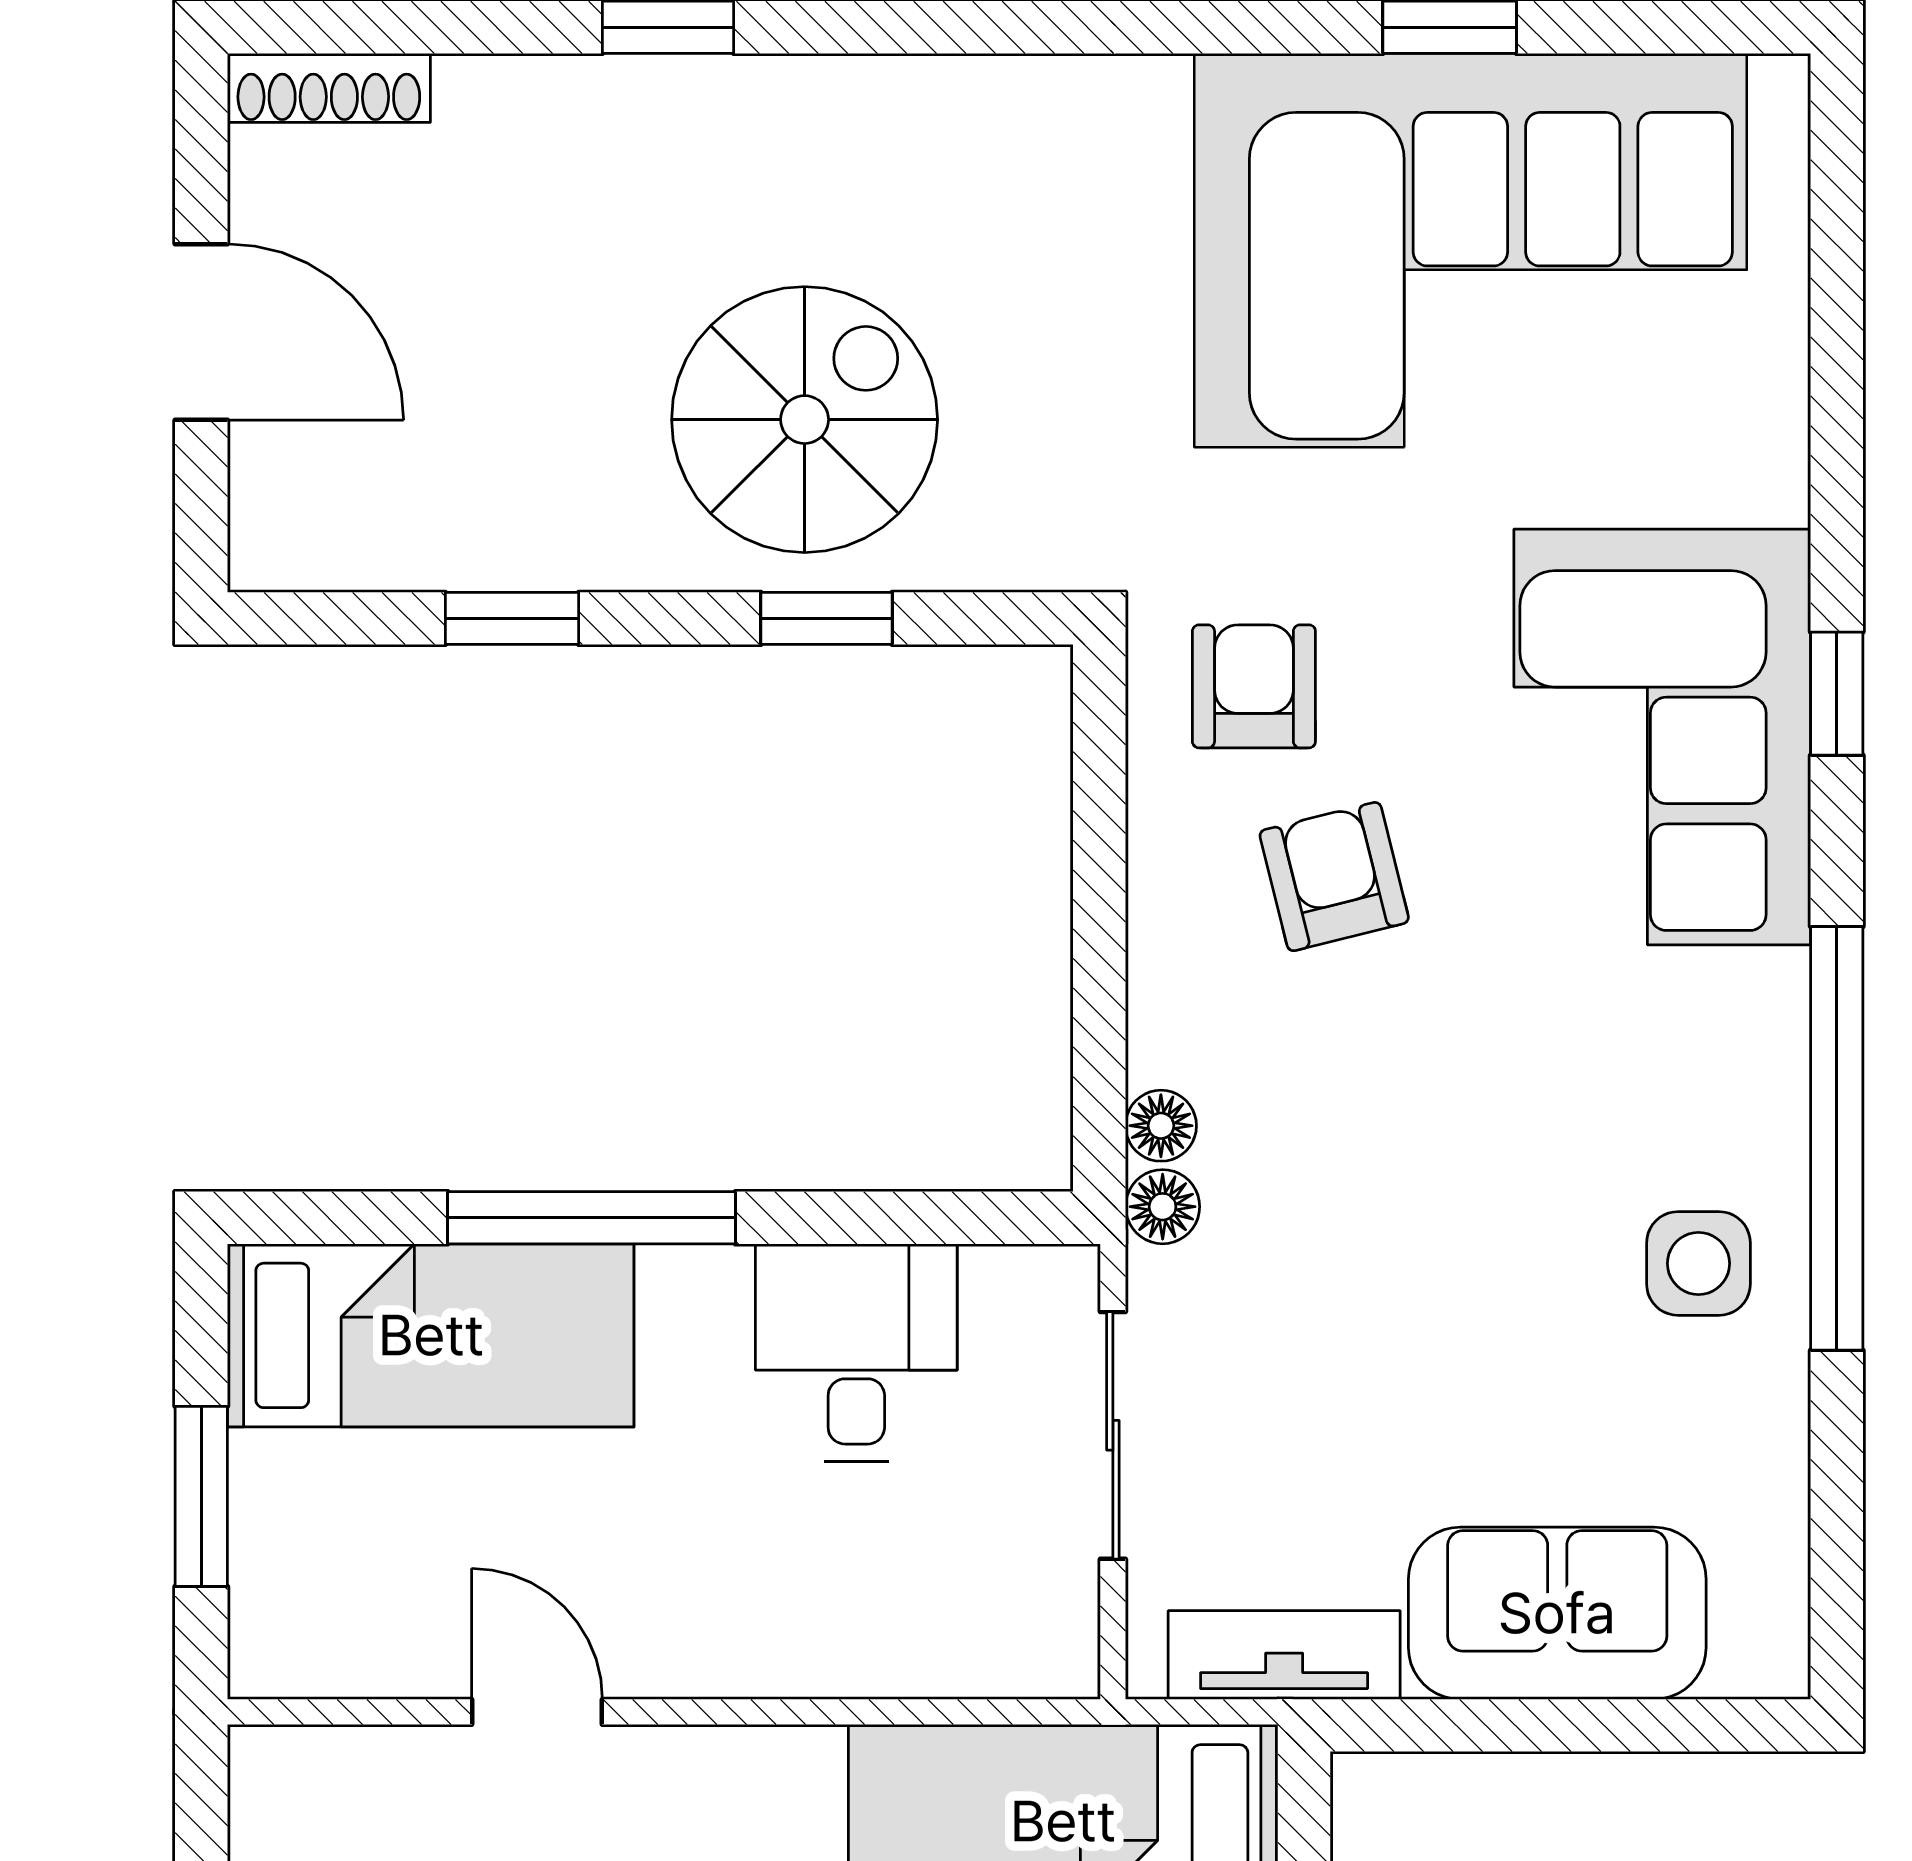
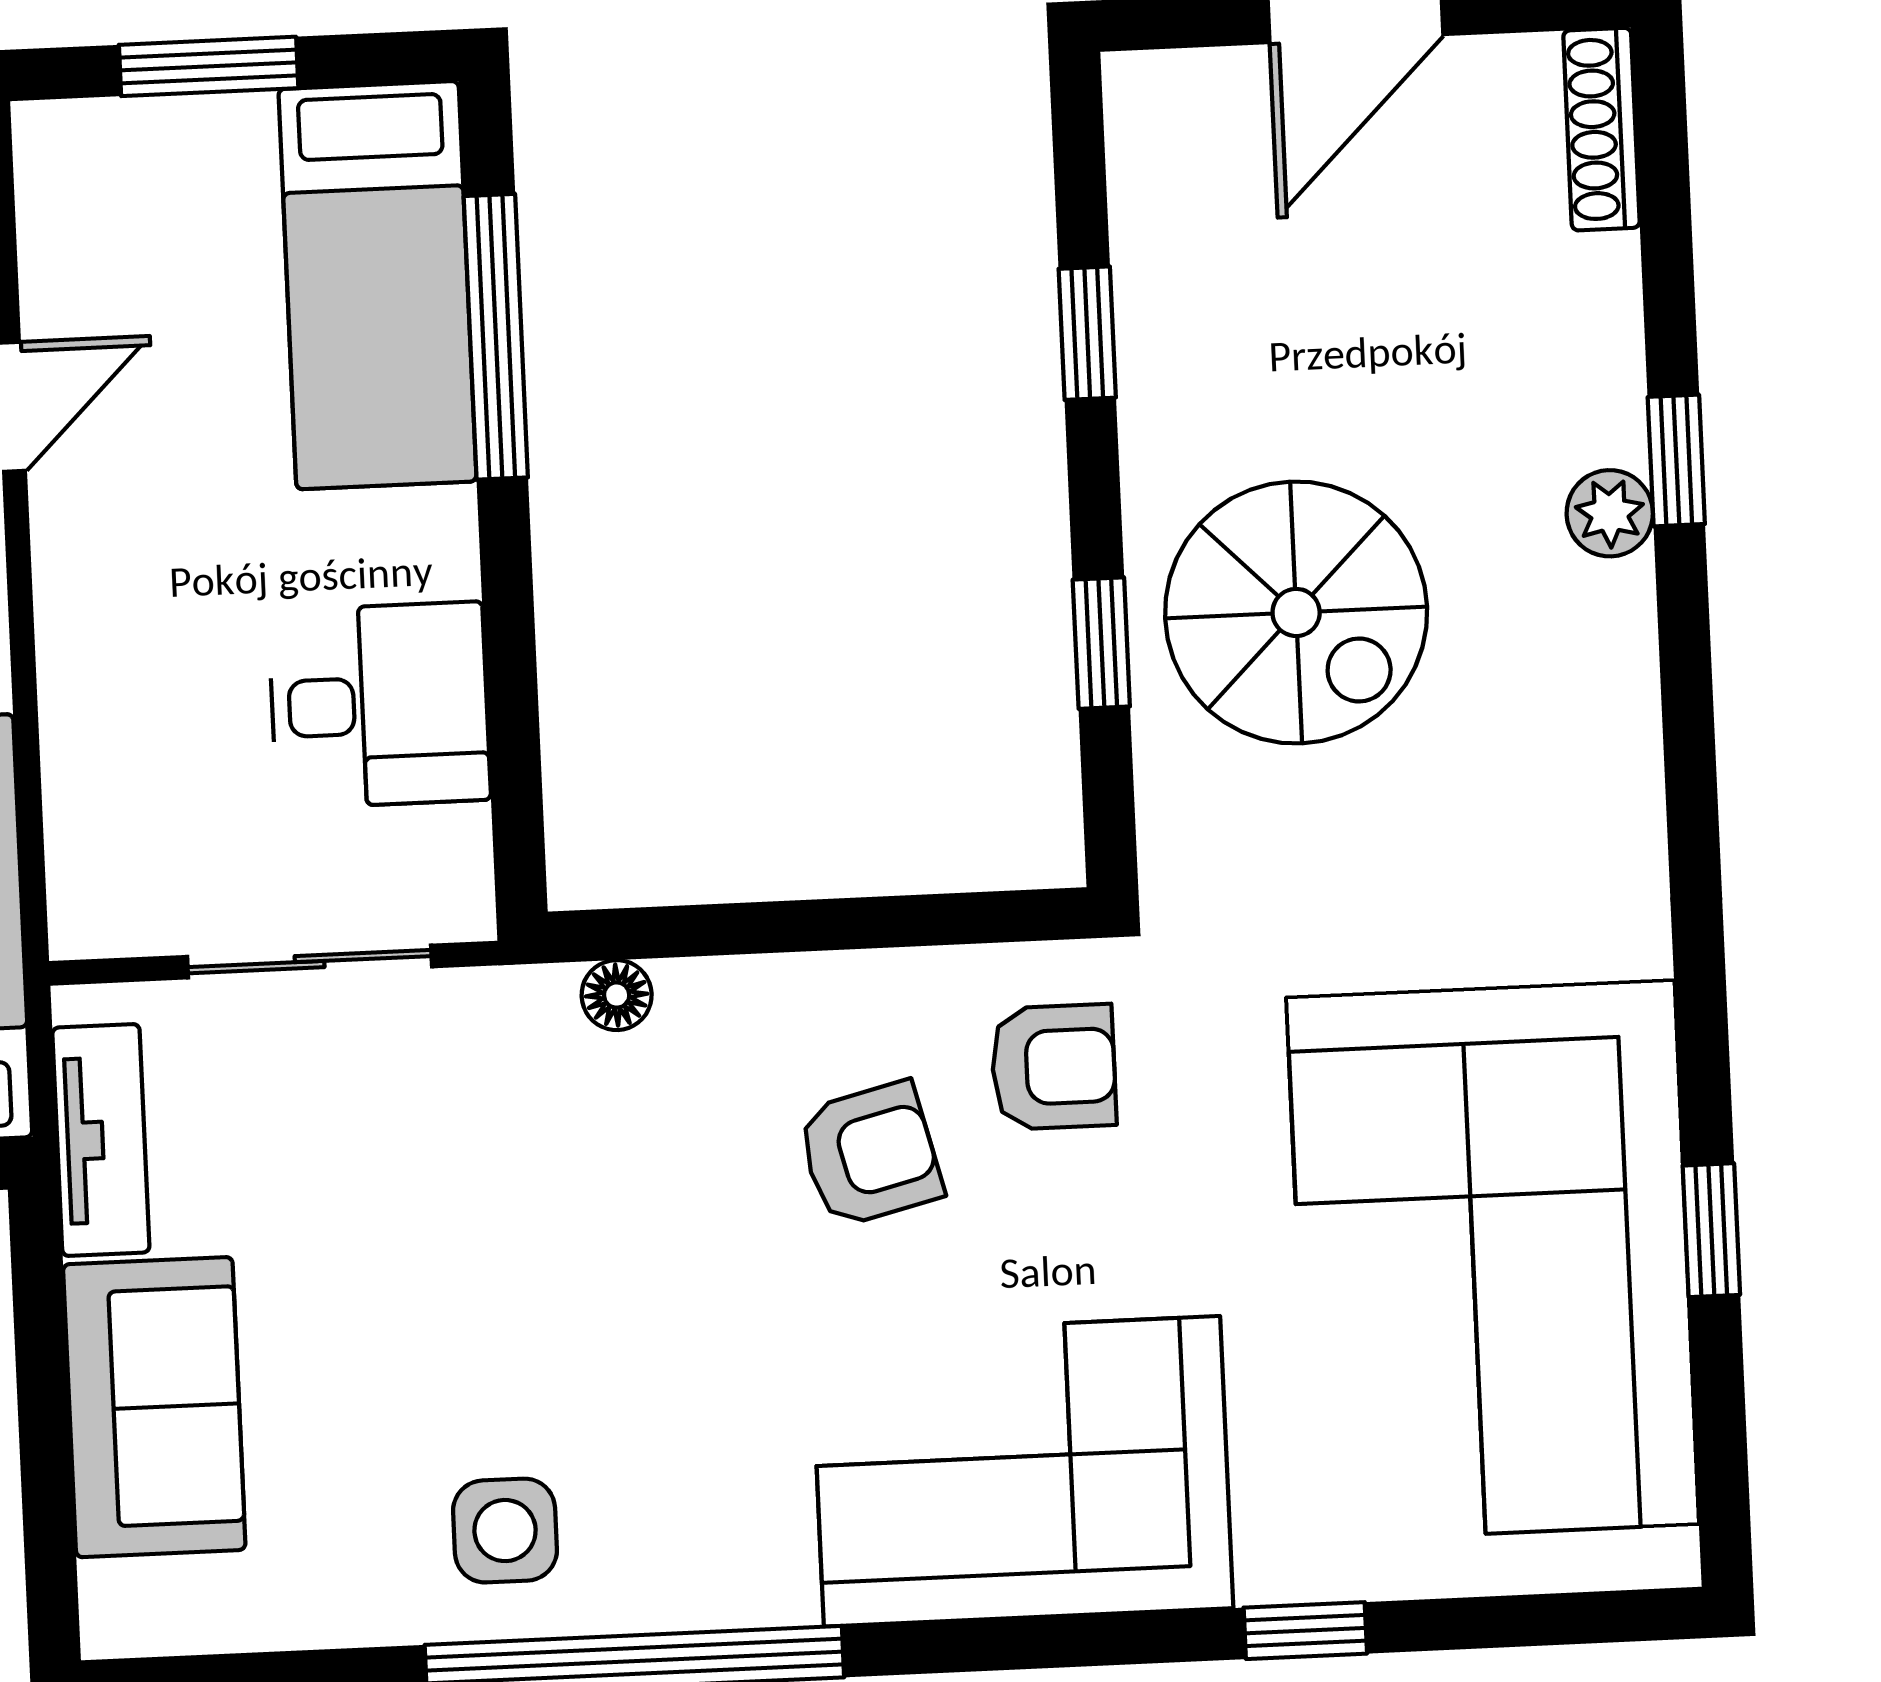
plant: (718, 97) -> (1610, 513), added
window: (1837, 694) -> (1305, 1631), moved
floor lamp: (1163, 1207) -> (537, 1000), removed
window: (592, 1218) -> (496, 337), moved

